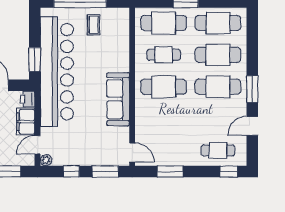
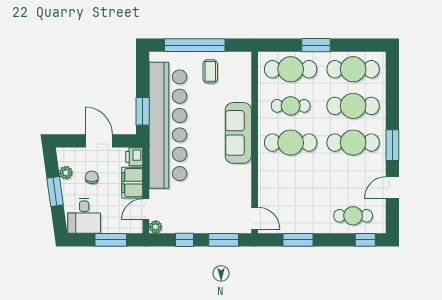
sofa: (118, 99) -> (238, 133), moved

